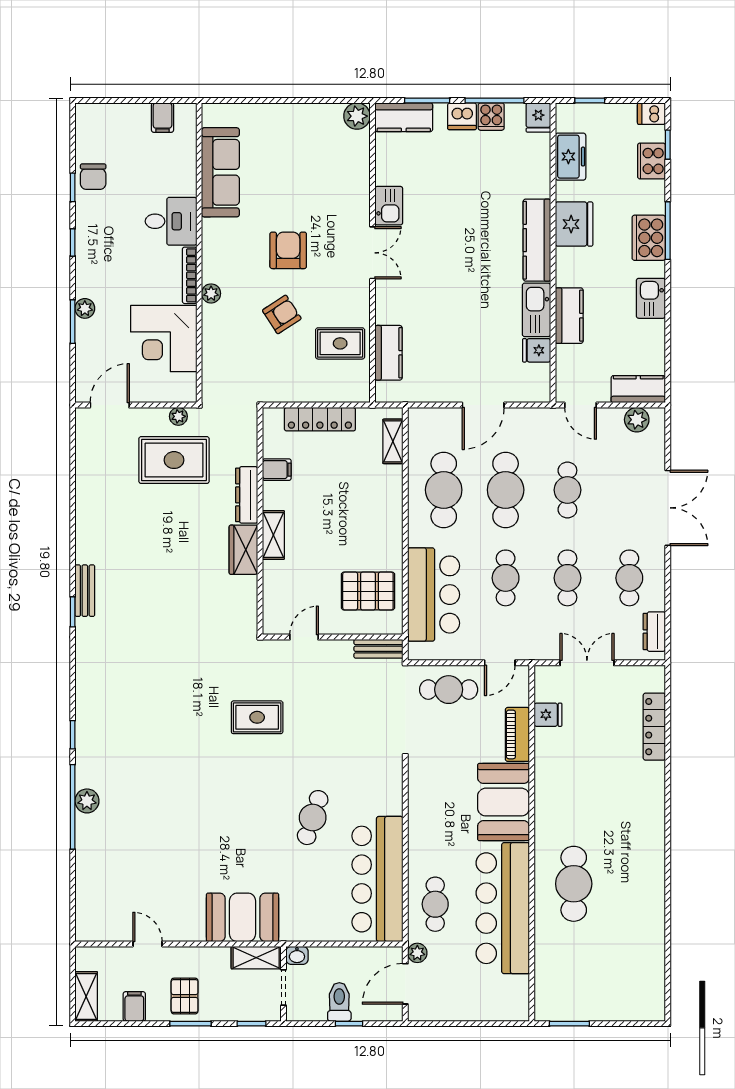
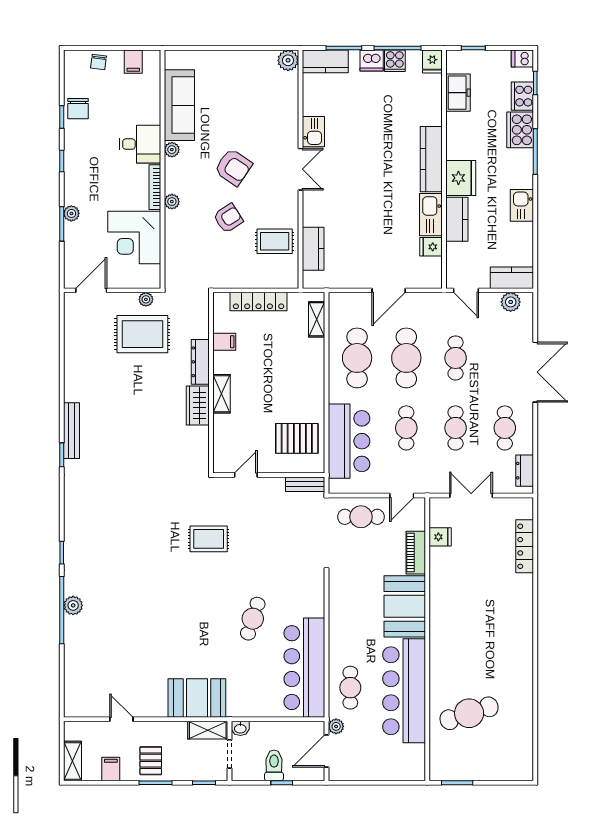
chair: (119, 118) -> (98, 62), added
fridge: (574, 224) -> (461, 178), moved
plant: (211, 228) -> (172, 150), added
cooker: (649, 238) -> (520, 130), moved
armchair: (288, 250) -> (233, 167), turned 124
bench: (85, 591) -> (71, 431), width x1.36
cafe table: (574, 884) -> (469, 713), moved, turned 72

